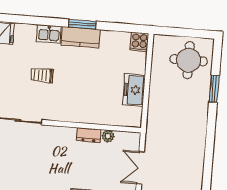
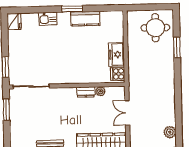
kitchen counter: (81, 37) -> (85, 19), moved
cooker: (139, 42) -> (118, 74), moved, turned 90
trolley: (42, 75) -> (46, 51), removed

